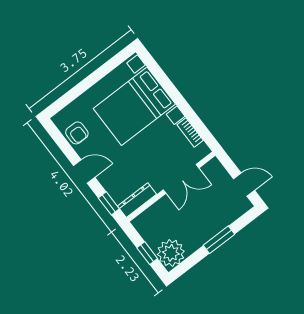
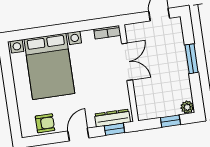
bookcase: (190, 132) -> (107, 32), moved
dresser: (137, 200) -> (112, 118), moved, turned 90
plant: (171, 253) -> (187, 107), width x0.53, depth x0.53

